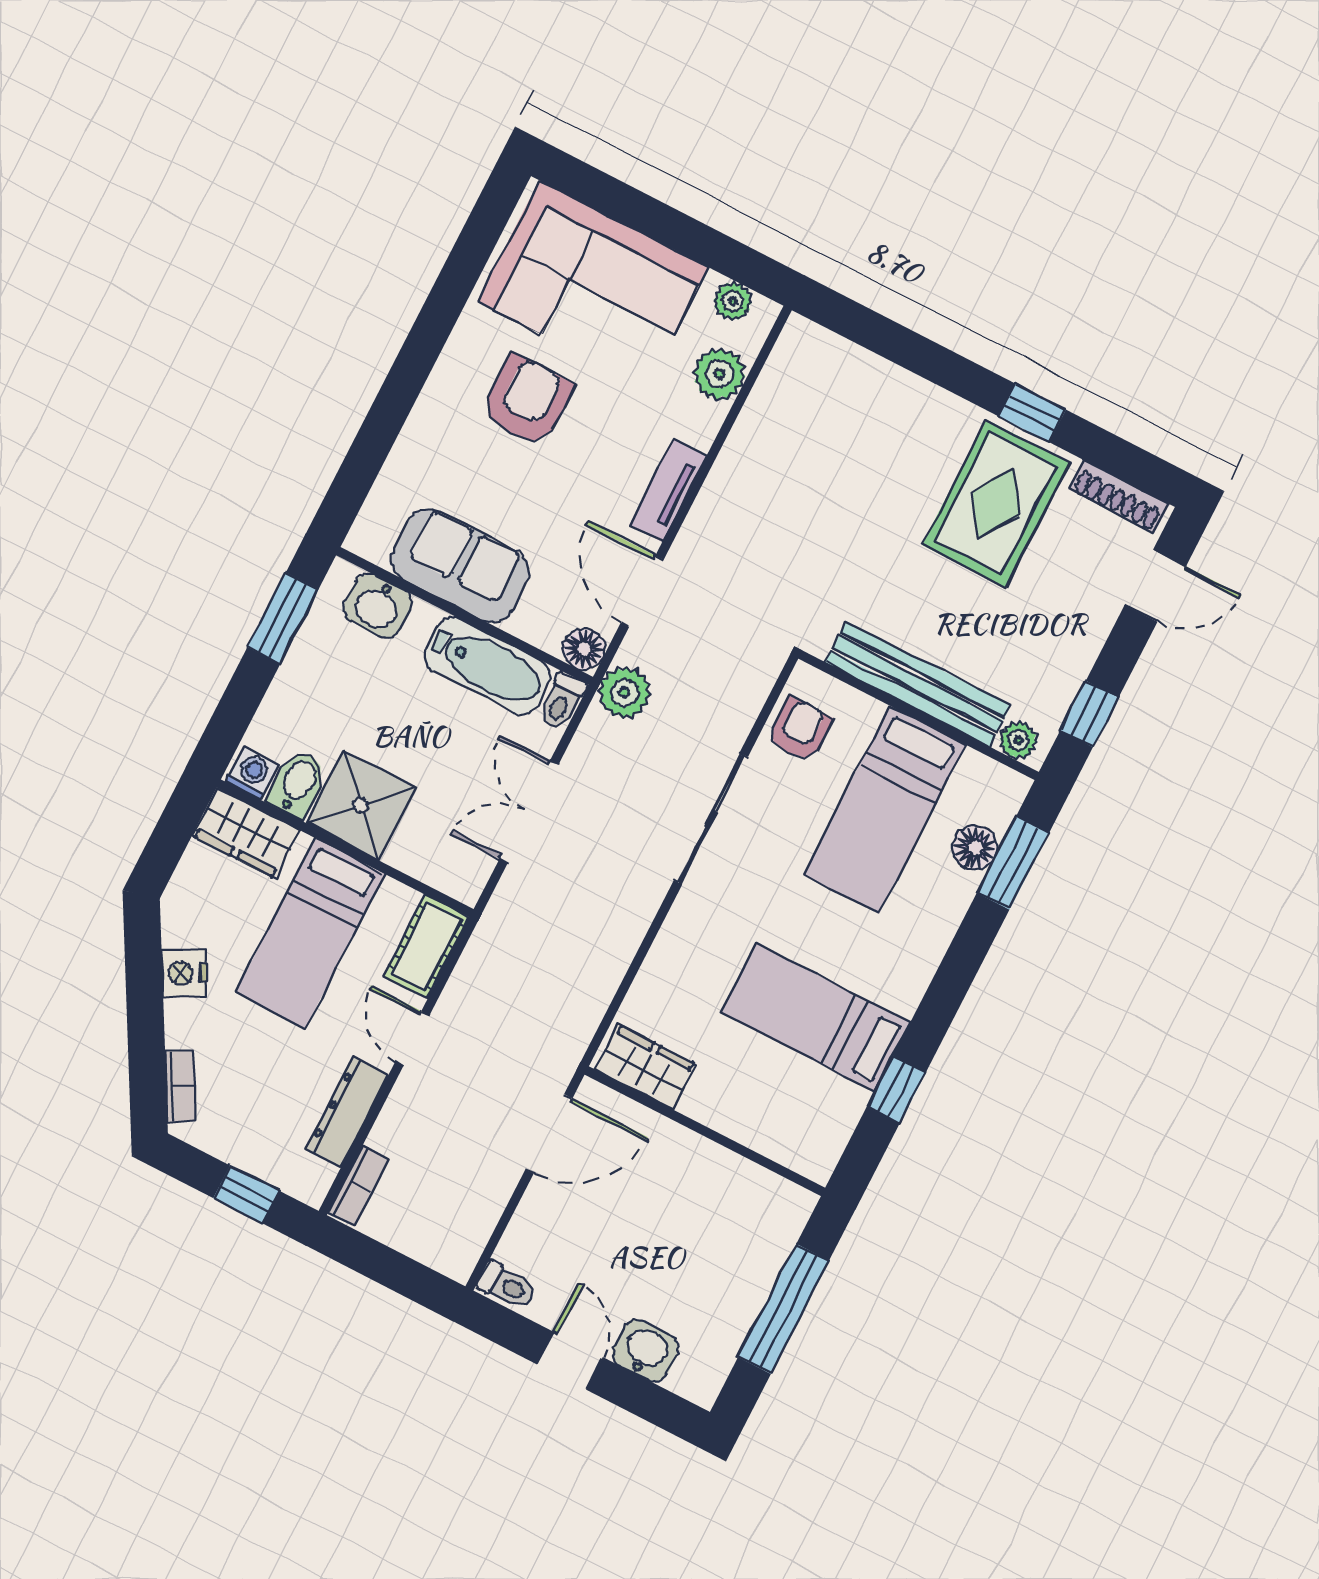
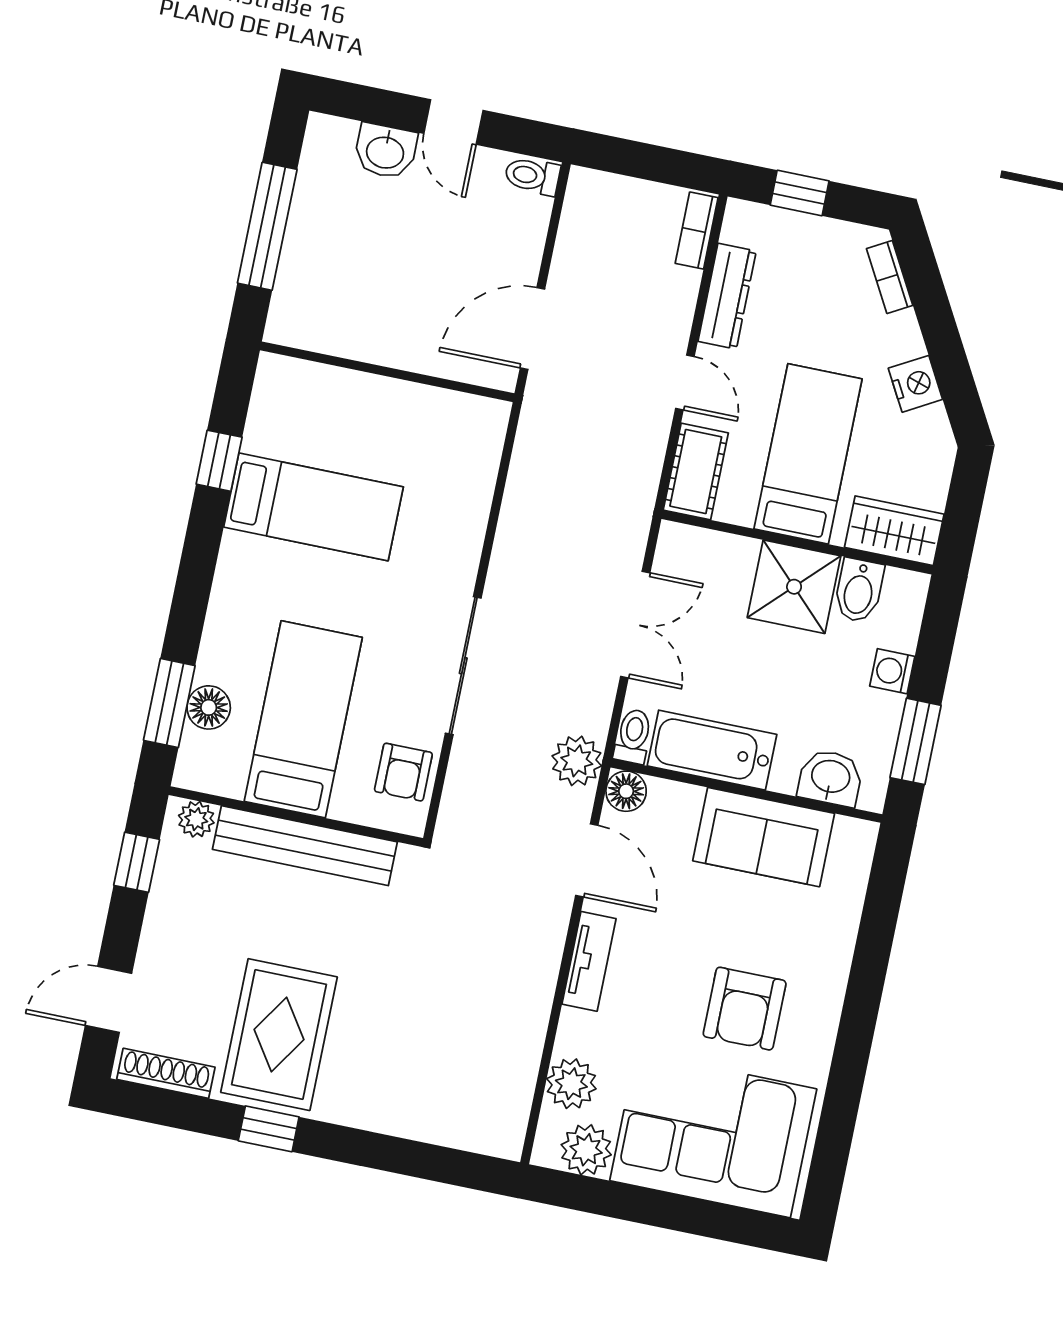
plant: (733, 301) -> (586, 1150), width x1.38, depth x1.38
washing machine: (252, 773) -> (892, 671), moved, turned 90
wardrobe: (646, 1067) -> (459, 416), removed

